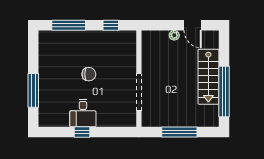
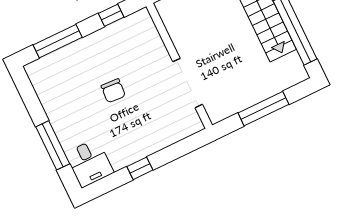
chair: (89, 74) -> (113, 91), turned 94
desk: (83, 113) -> (89, 163), moved

